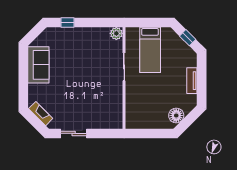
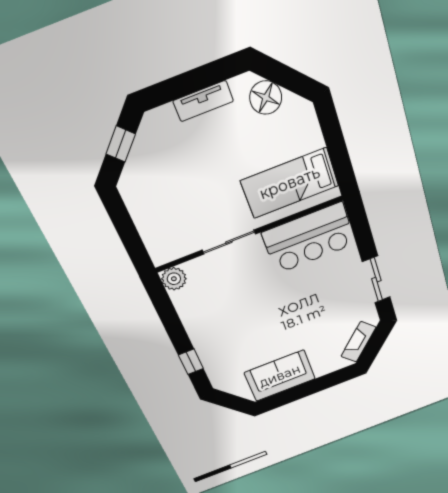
bed: (150, 50) -> (290, 183), moved, turned 180
bar counter: (110, 106) -> (309, 238), added
floor lamp: (176, 115) -> (266, 98), moved

